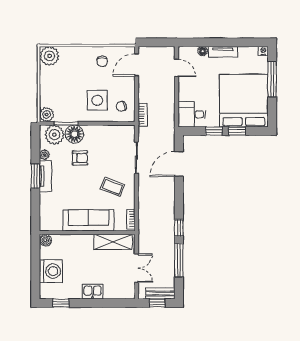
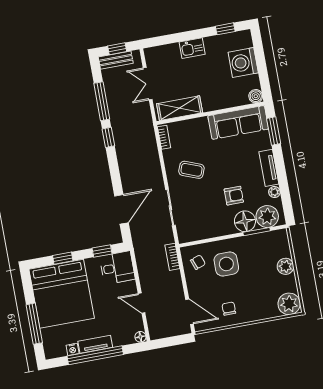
window: (225, 42) -> (95, 355), added
floor lamp: (203, 51) -> (140, 337), moved
nightstand: (263, 51) -> (73, 349), moved
door: (136, 65) -> (190, 312), hinge flipped
door: (176, 68) -> (142, 303), moved
plant: (47, 115) -> (285, 266), moved
window: (214, 131) -> (102, 251), moved
armchair: (80, 158) -> (234, 196), turned 180
window: (35, 176) -> (274, 131), moved
sofa: (88, 220) -> (238, 122), moved

